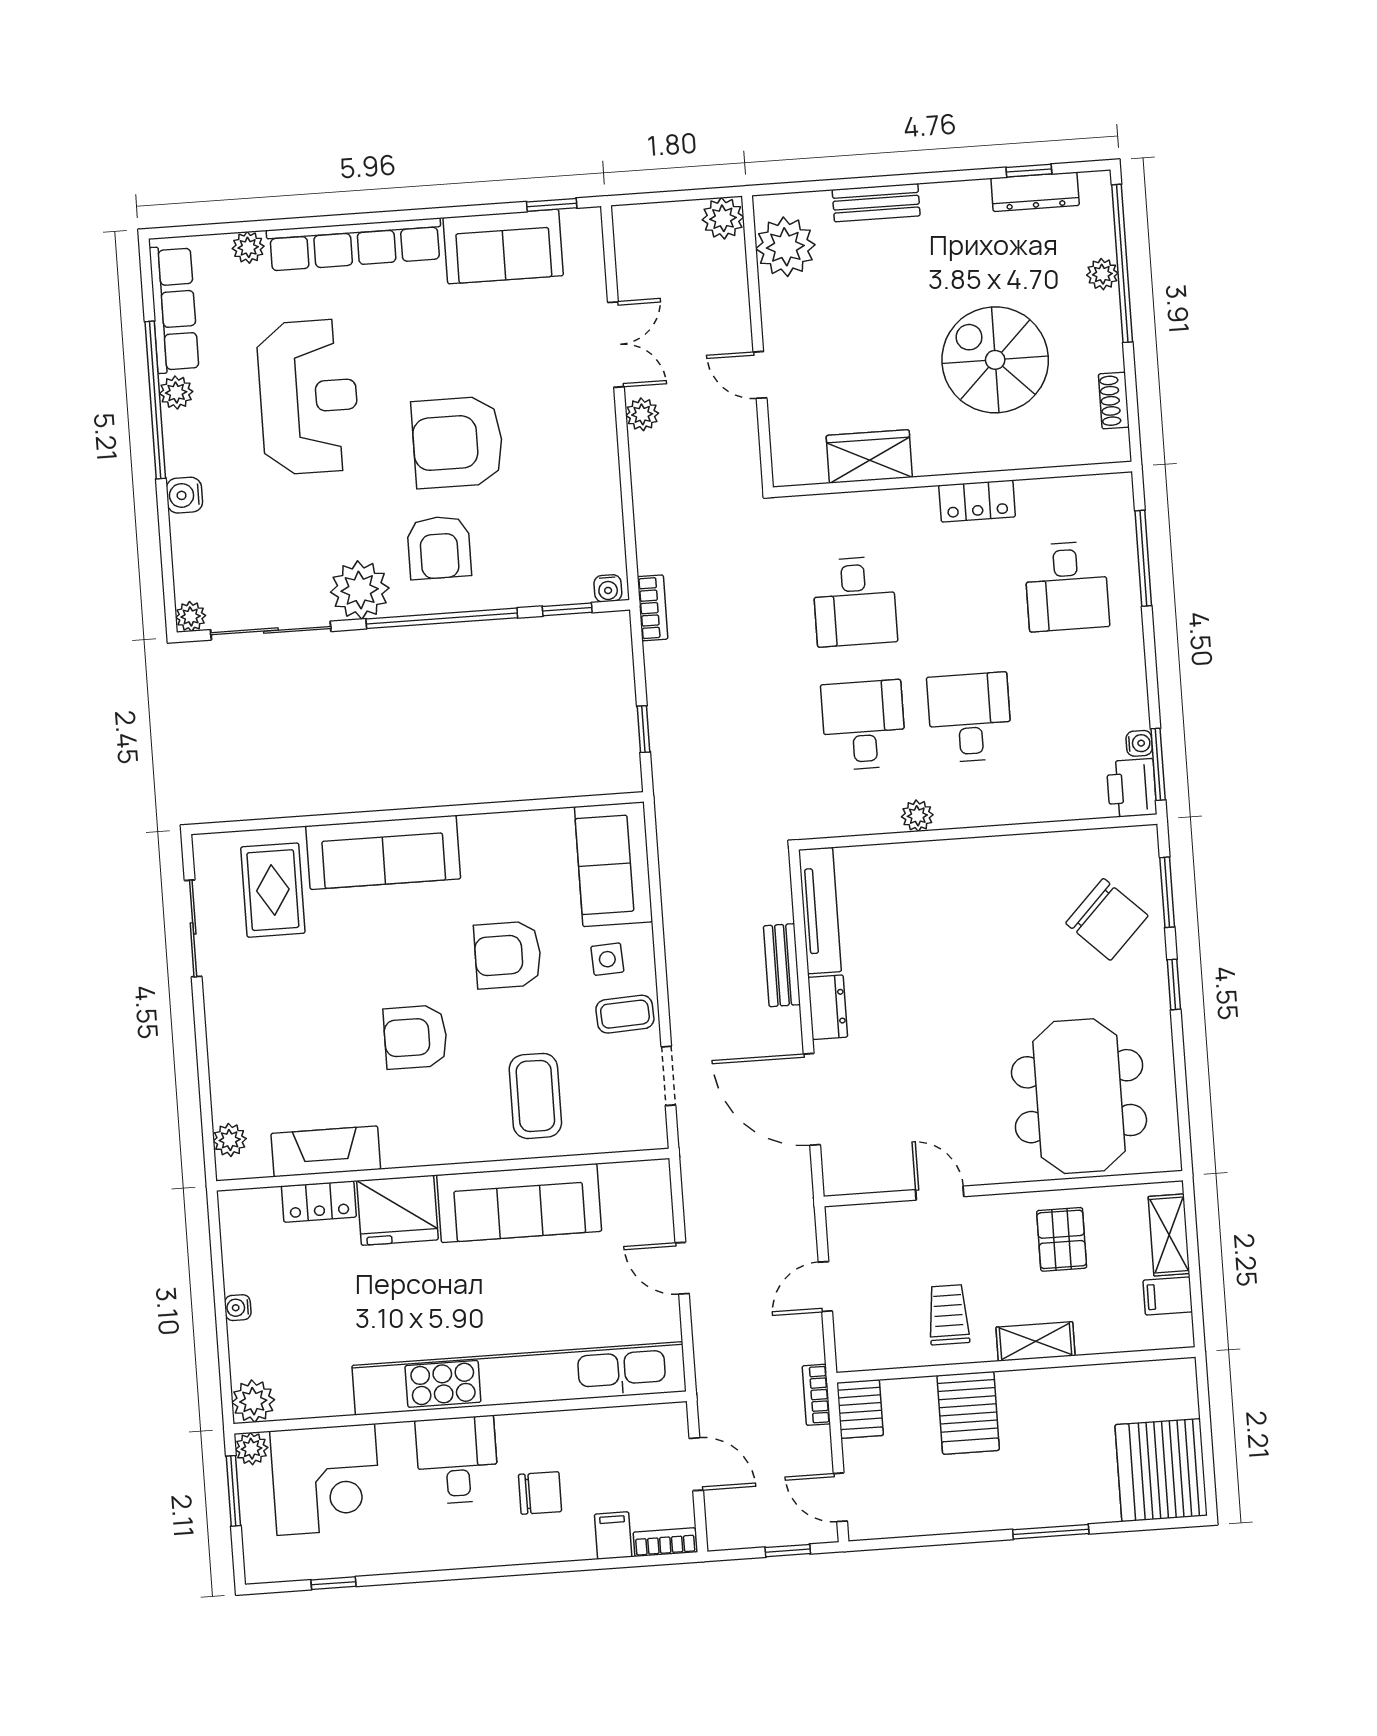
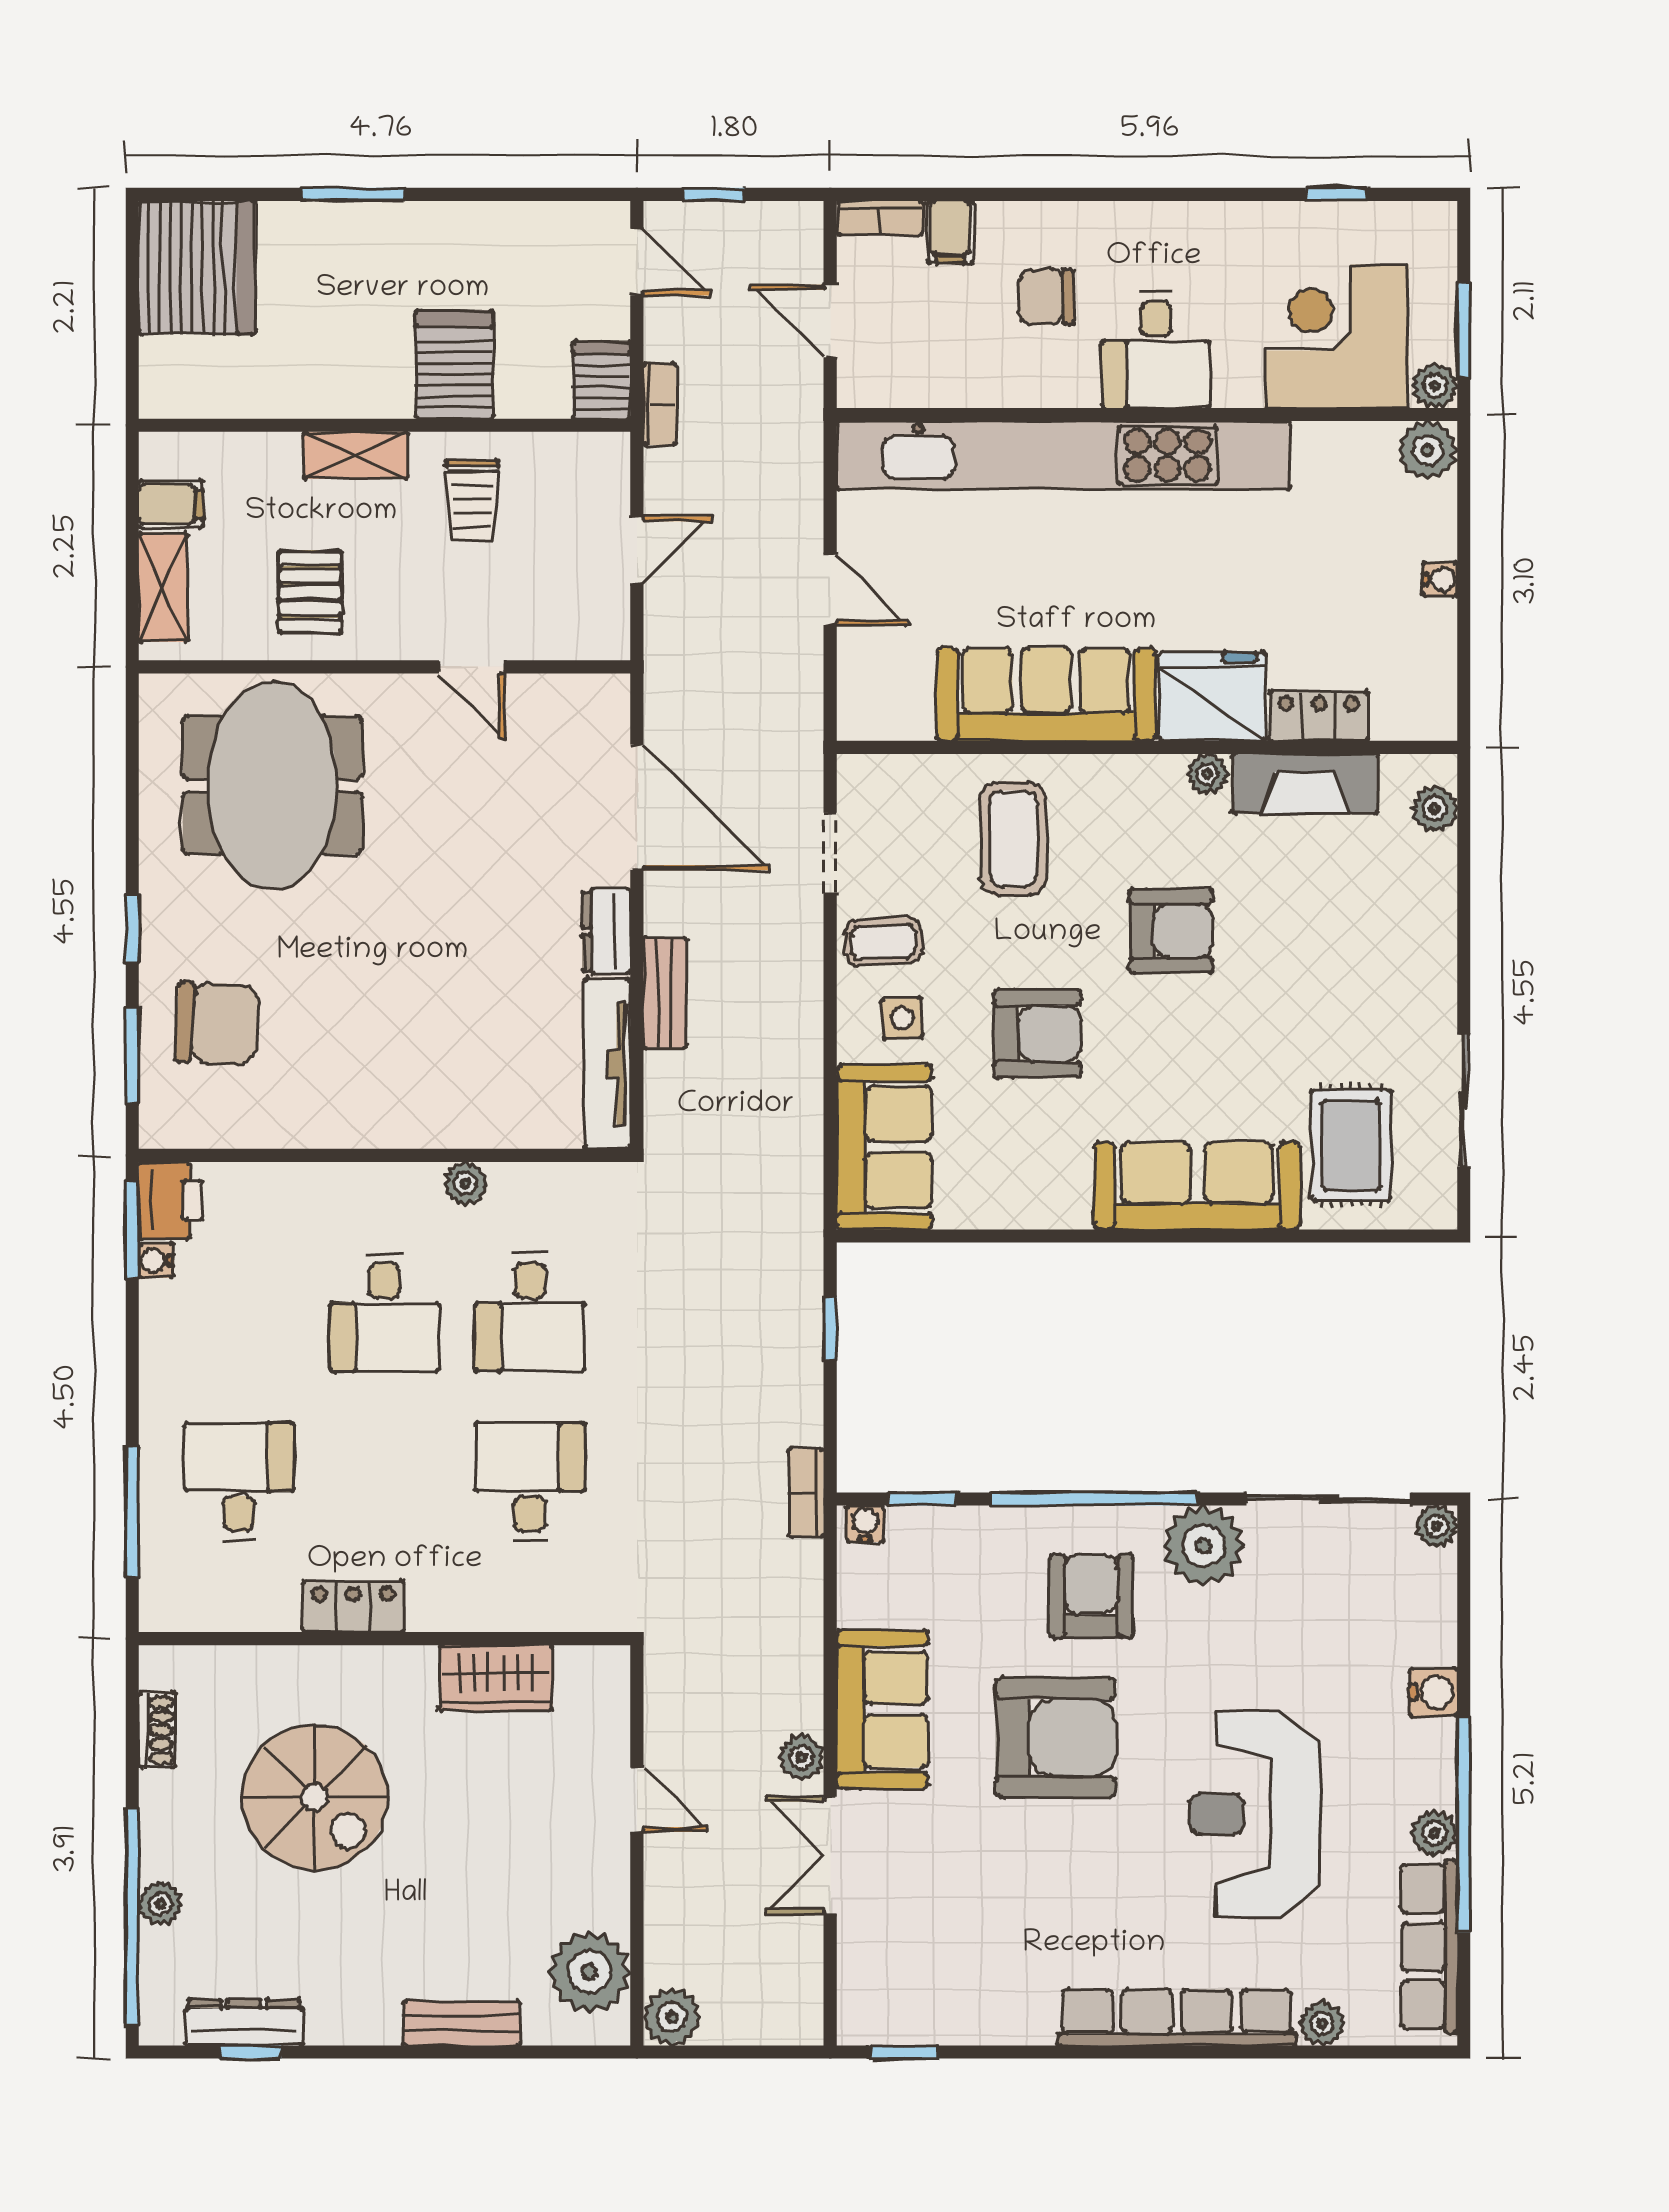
sofa: (503, 247) -> (882, 1709), moved, turned 90
chair: (1107, 919) -> (217, 1024), turned 139
plant: (397, 1153) -> (1207, 774), added

